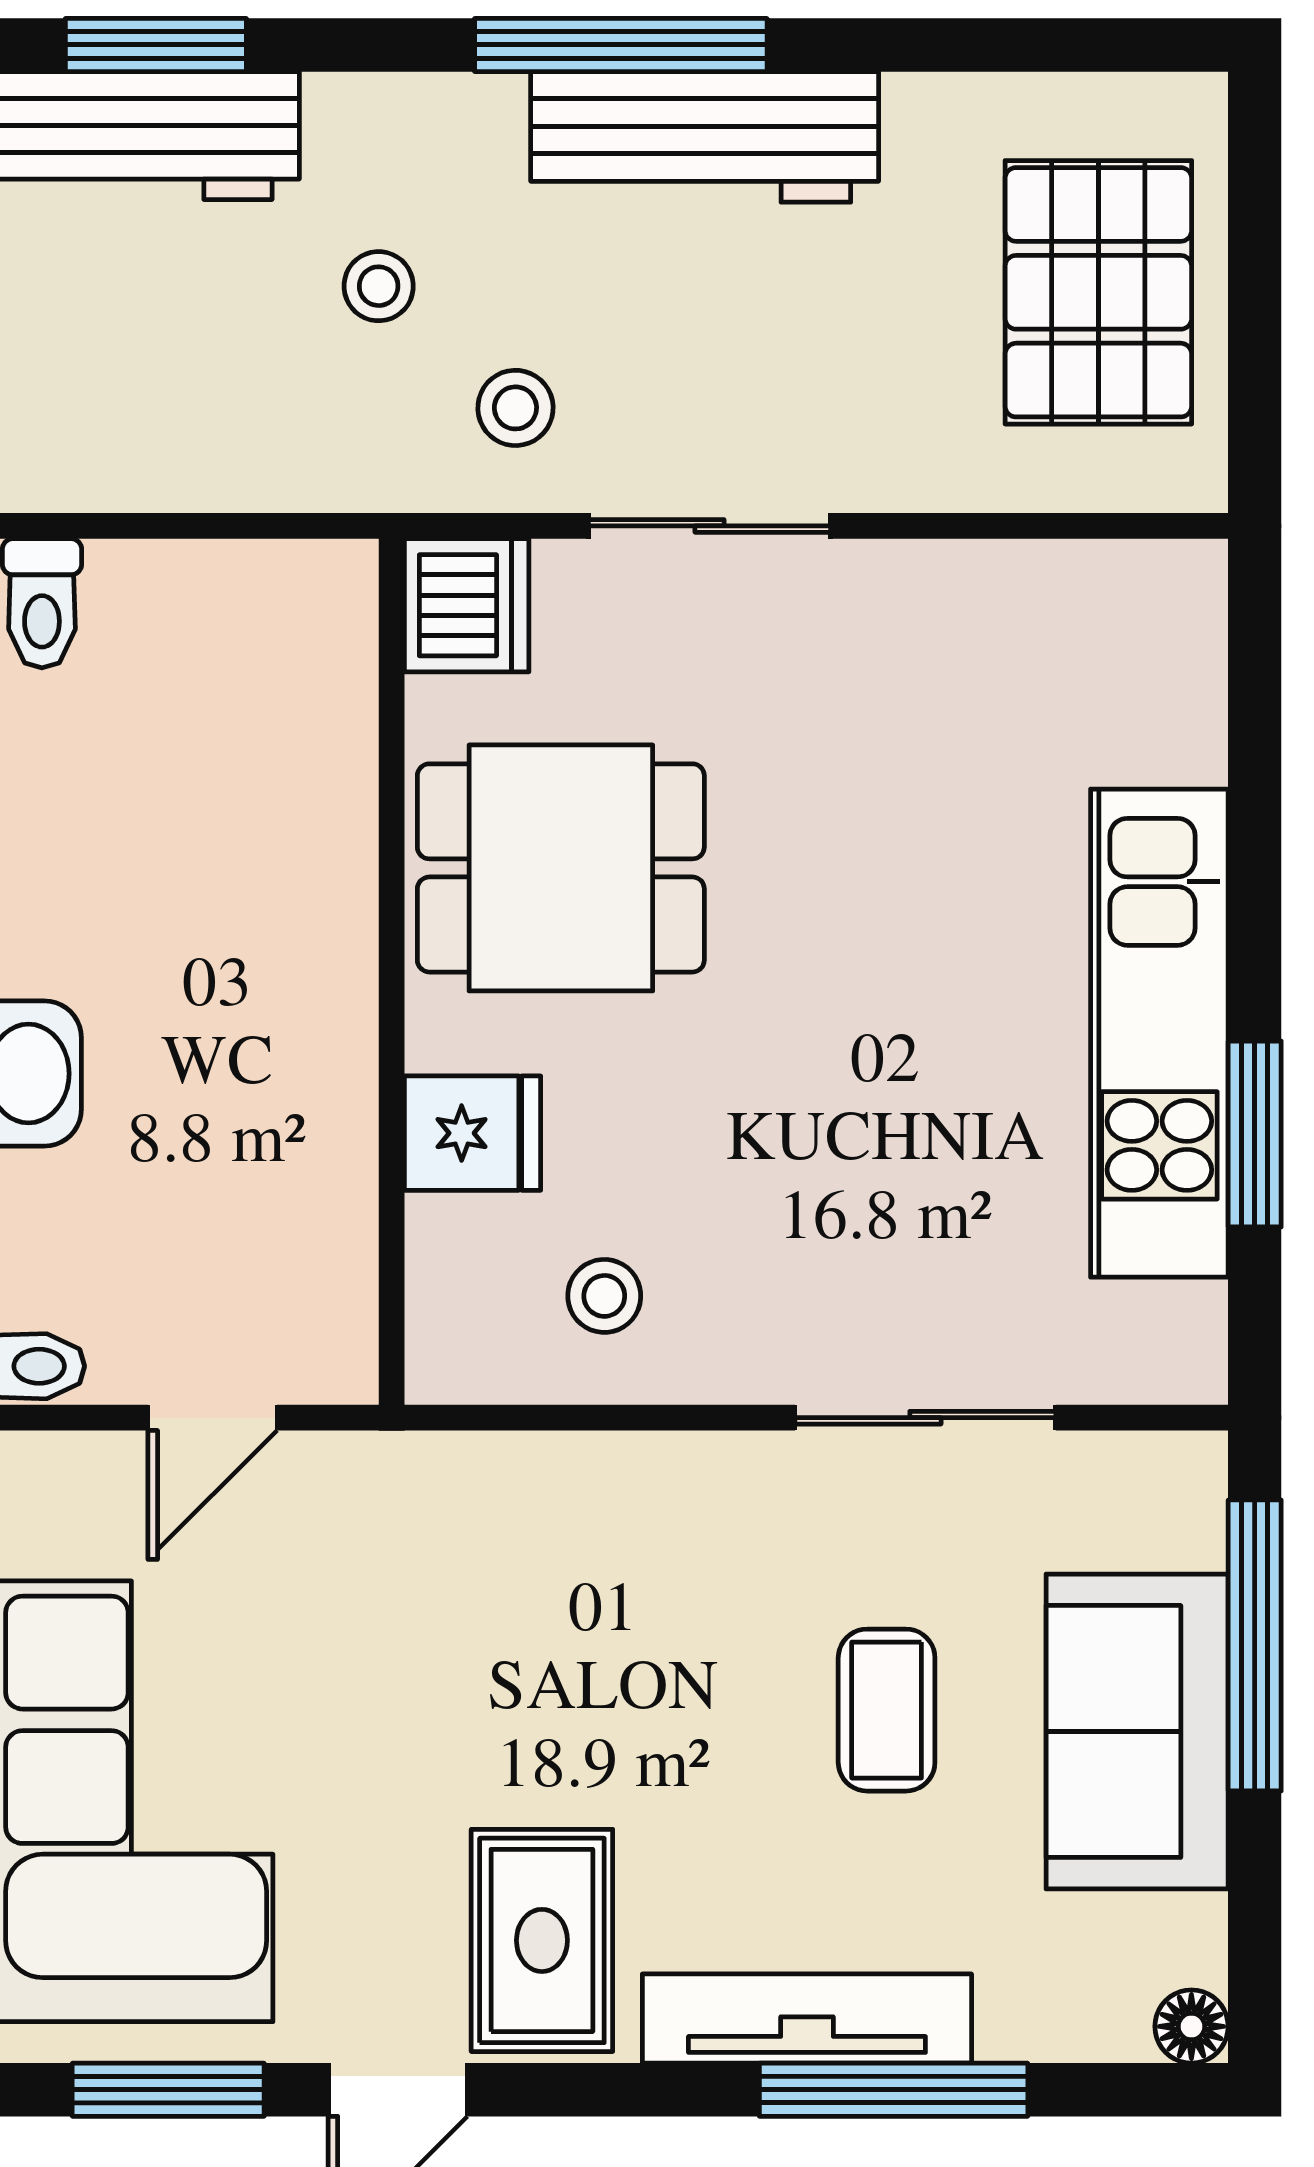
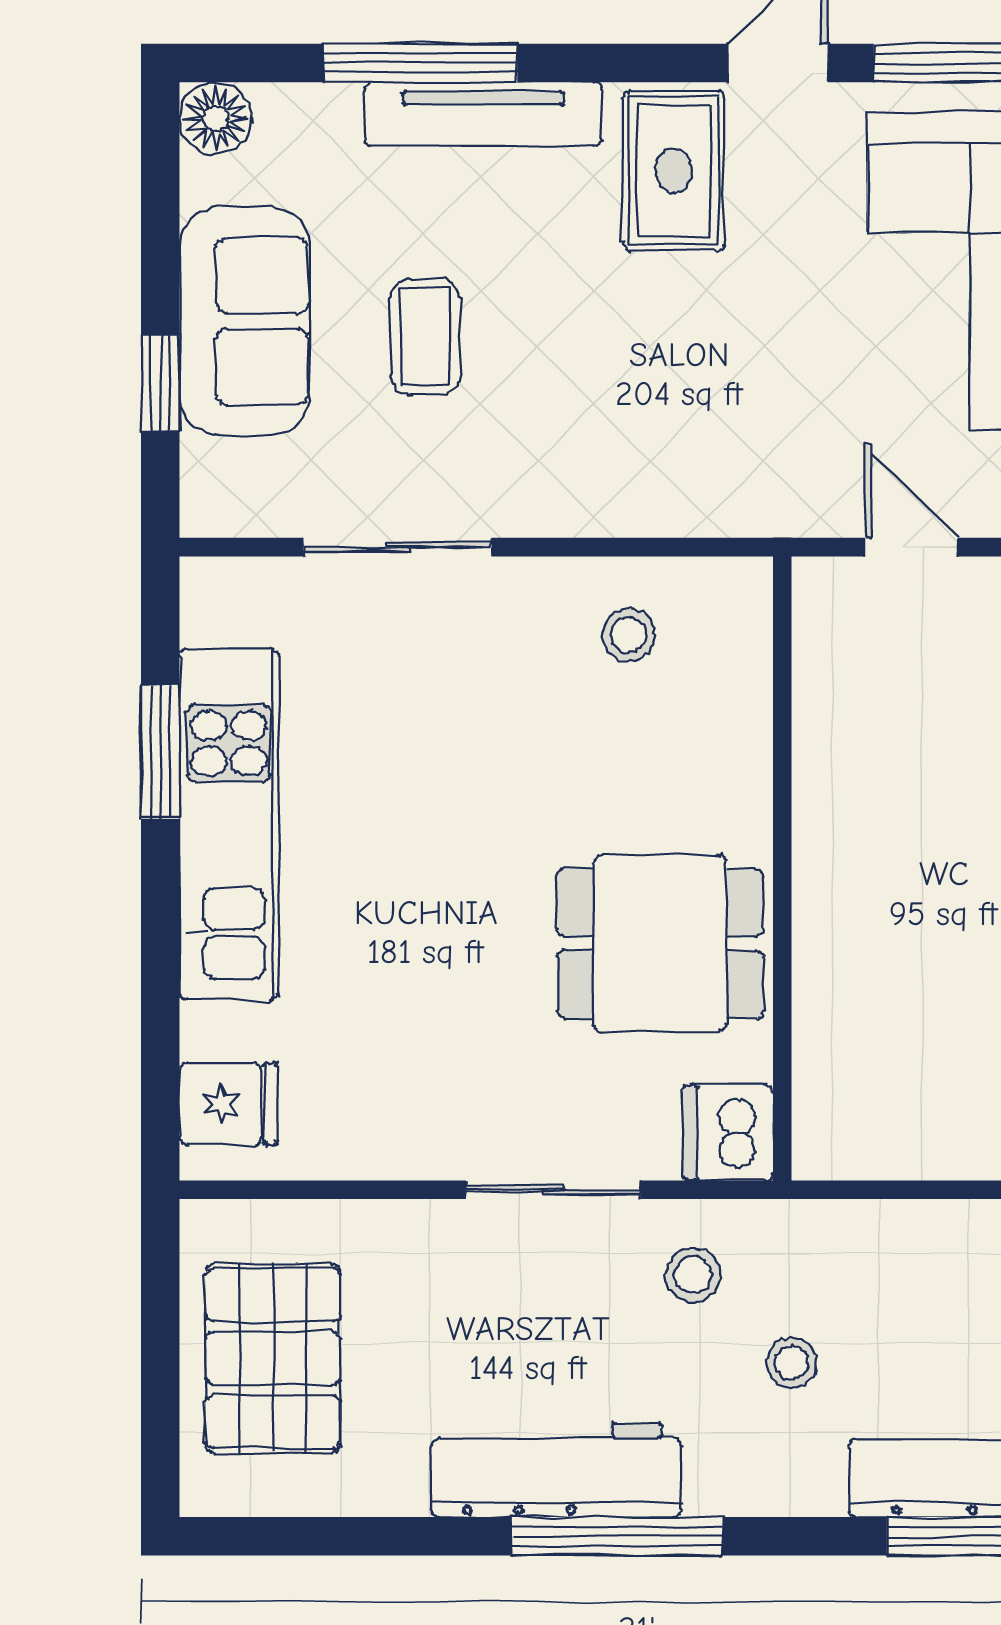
fridge: (472, 1133) -> (229, 1104), moved, turned 180
door: (212, 1418) -> (911, 547), hinge flipped
window: (1255, 1645) -> (160, 383), width x0.46
floor lamp: (1191, 2026) -> (216, 118), width x1.37, depth x1.37

